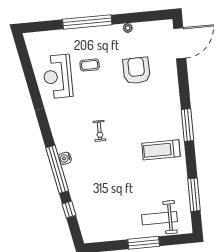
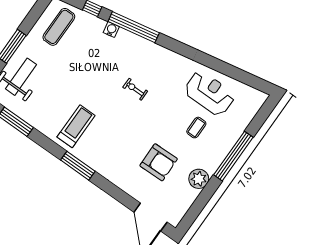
plant: (128, 28) -> (199, 179), width x1.88, depth x1.88
water cooler: (65, 158) -> (111, 30), moved
exercise mat: (102, 222) -> (59, 27), added

